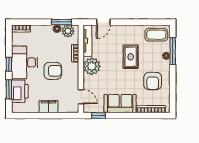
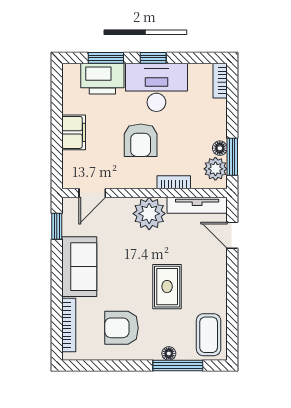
rug: (131, 57) -> (167, 287), turned 90

